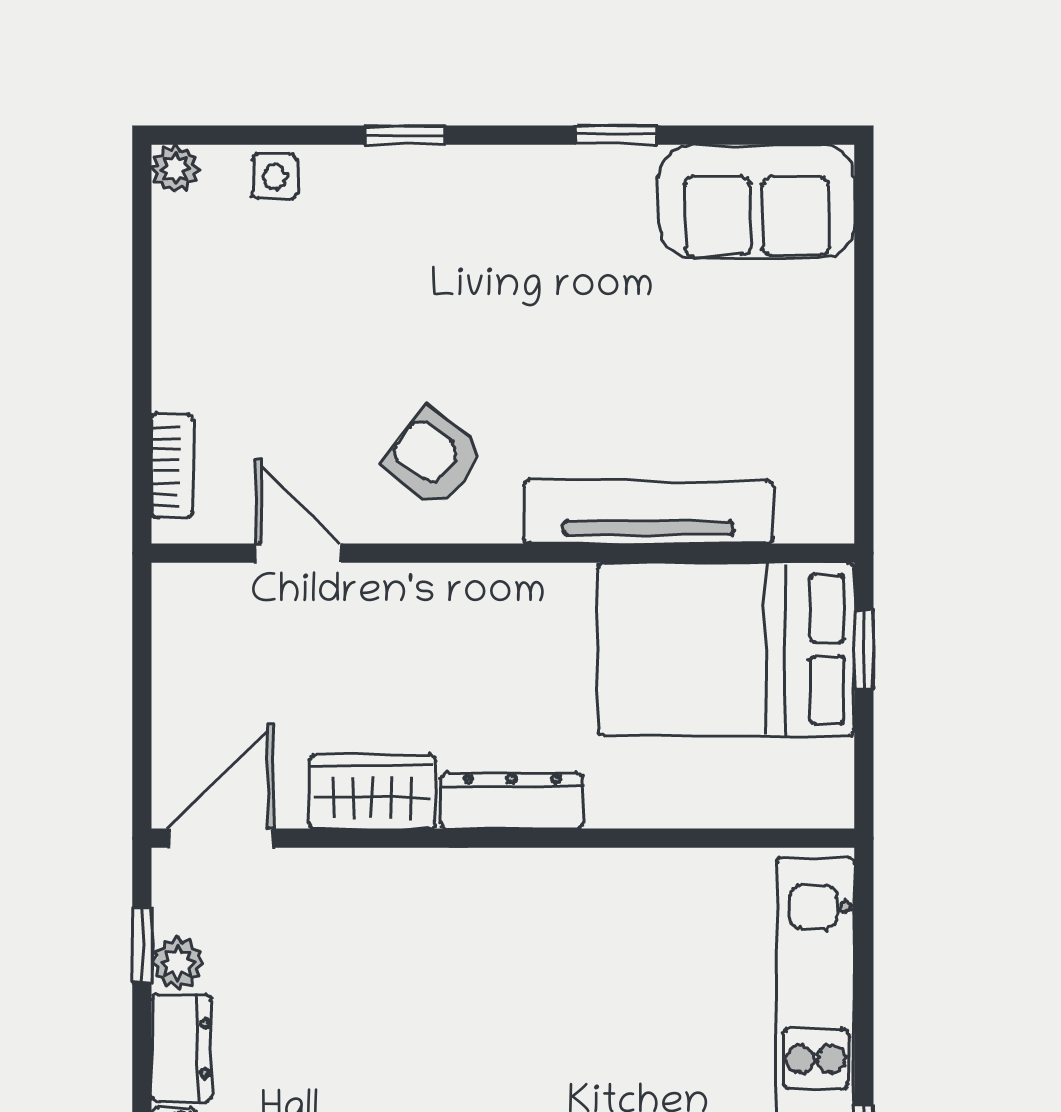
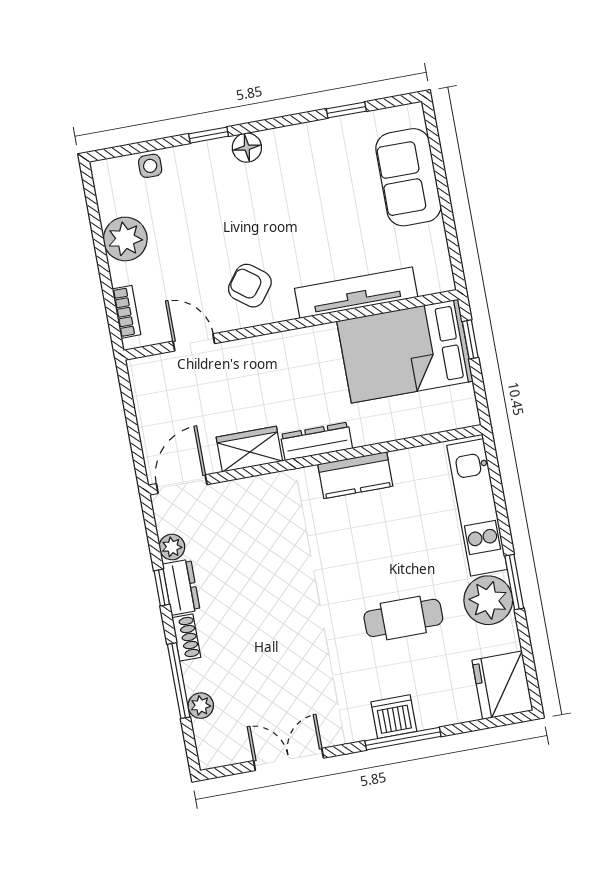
window: (617, 135) -> (346, 110), moved
plant: (175, 169) -> (125, 239), moved, width x1.88, depth x1.88
floor lamp: (479, 175) -> (247, 148), added
sofa: (757, 201) -> (408, 177), moved, turned 90
kitchen counter: (579, 884) -> (355, 475), added
window: (142, 945) -> (162, 588), moved

